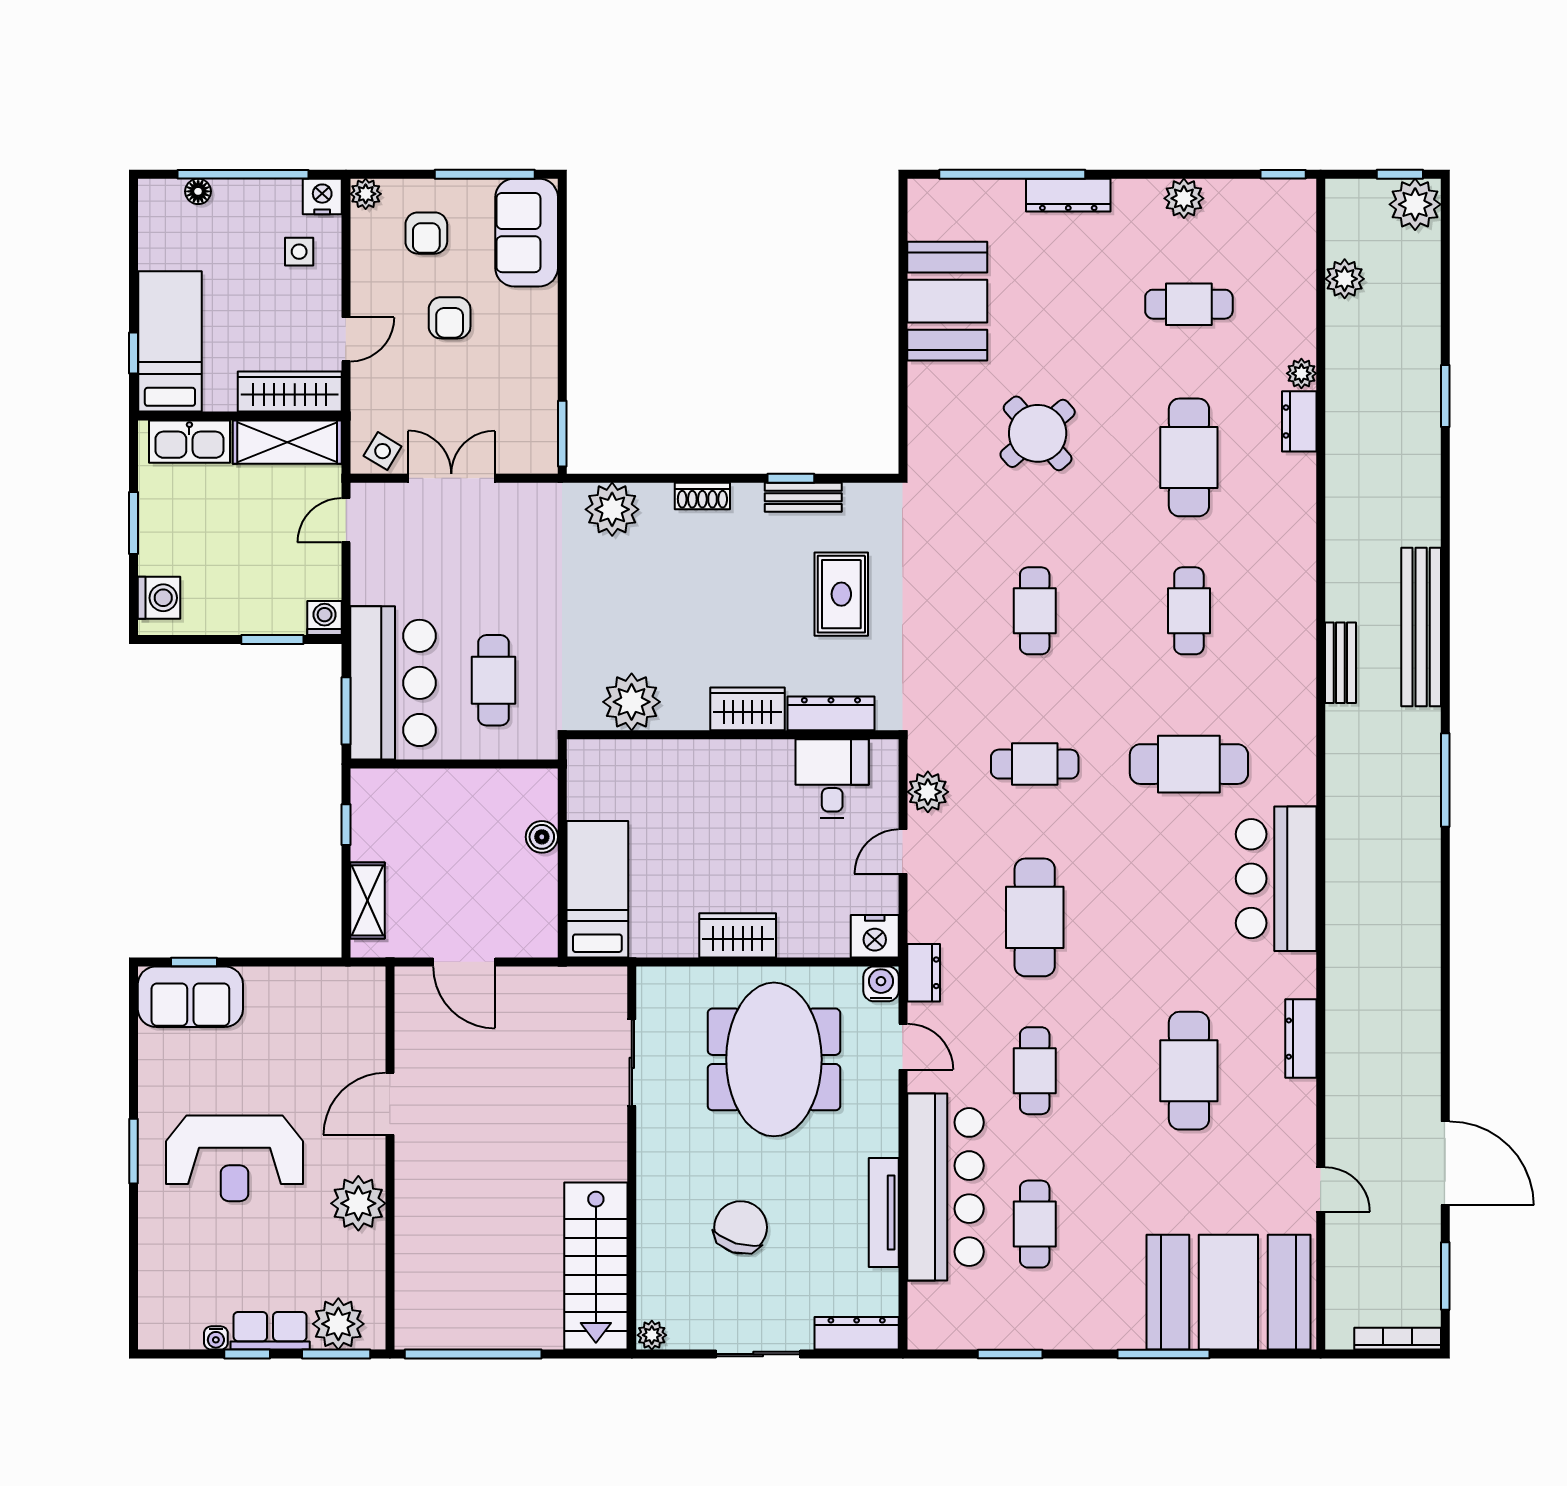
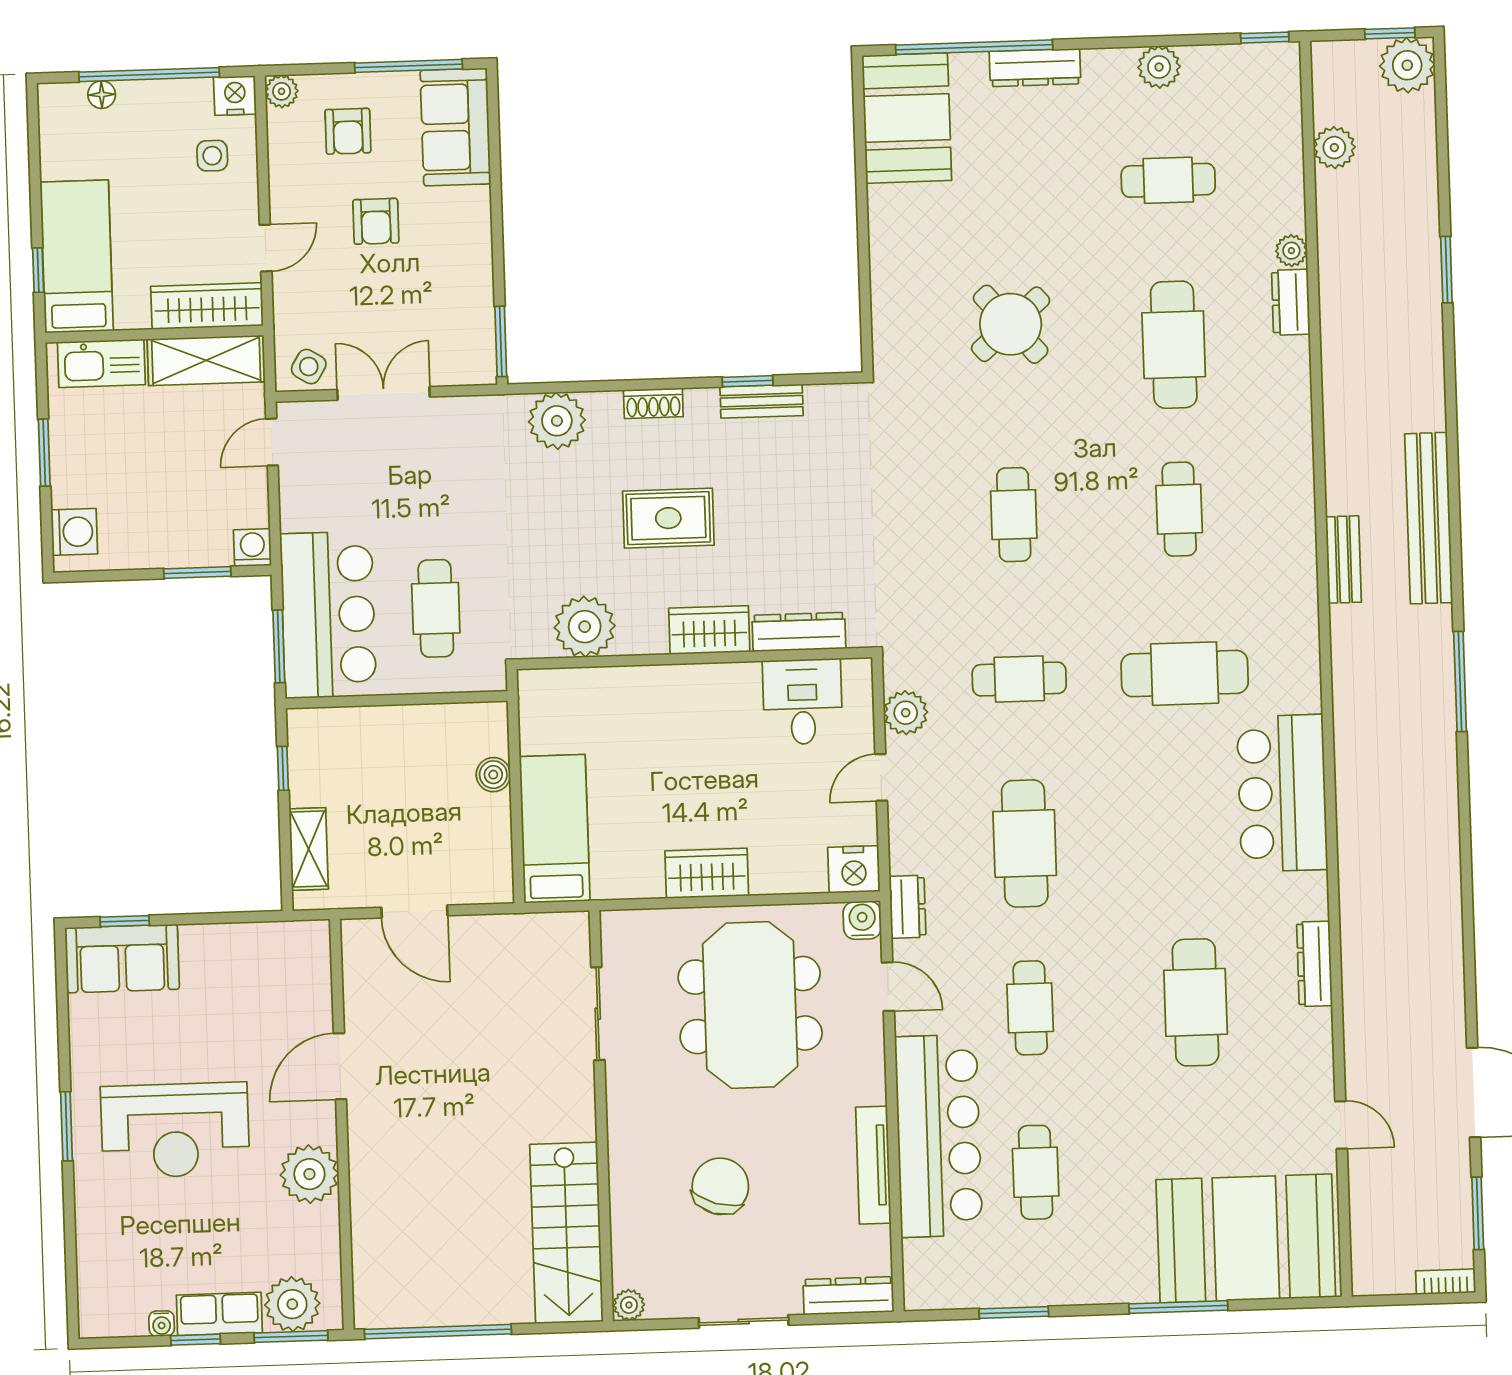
booth: (947, 301) -> (907, 118), moved
rug: (841, 594) -> (668, 518), moved, turned 90
bookcase: (1398, 1339) -> (1446, 1282), width x0.64

